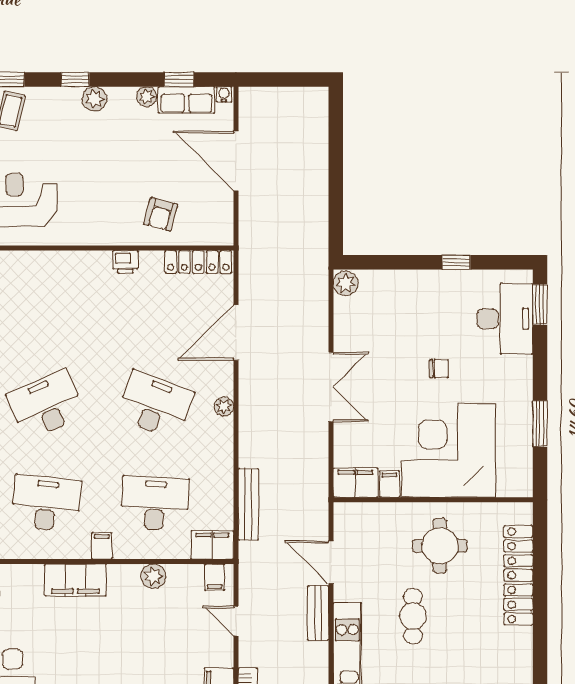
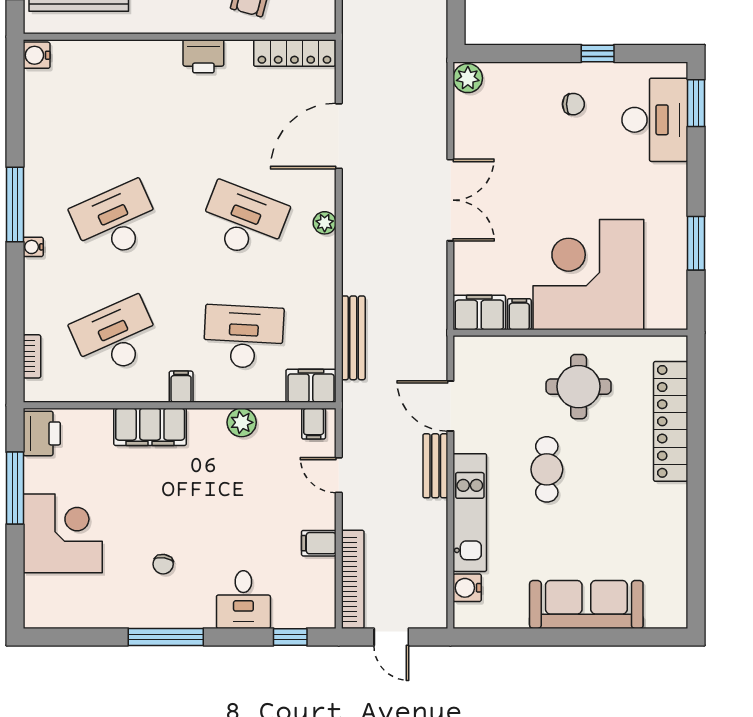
printer: (125, 262) -> (203, 56), width x1.36, depth x1.24
chair: (439, 369) -> (573, 104), moved
desk: (46, 503) -> (116, 337), turned -30

